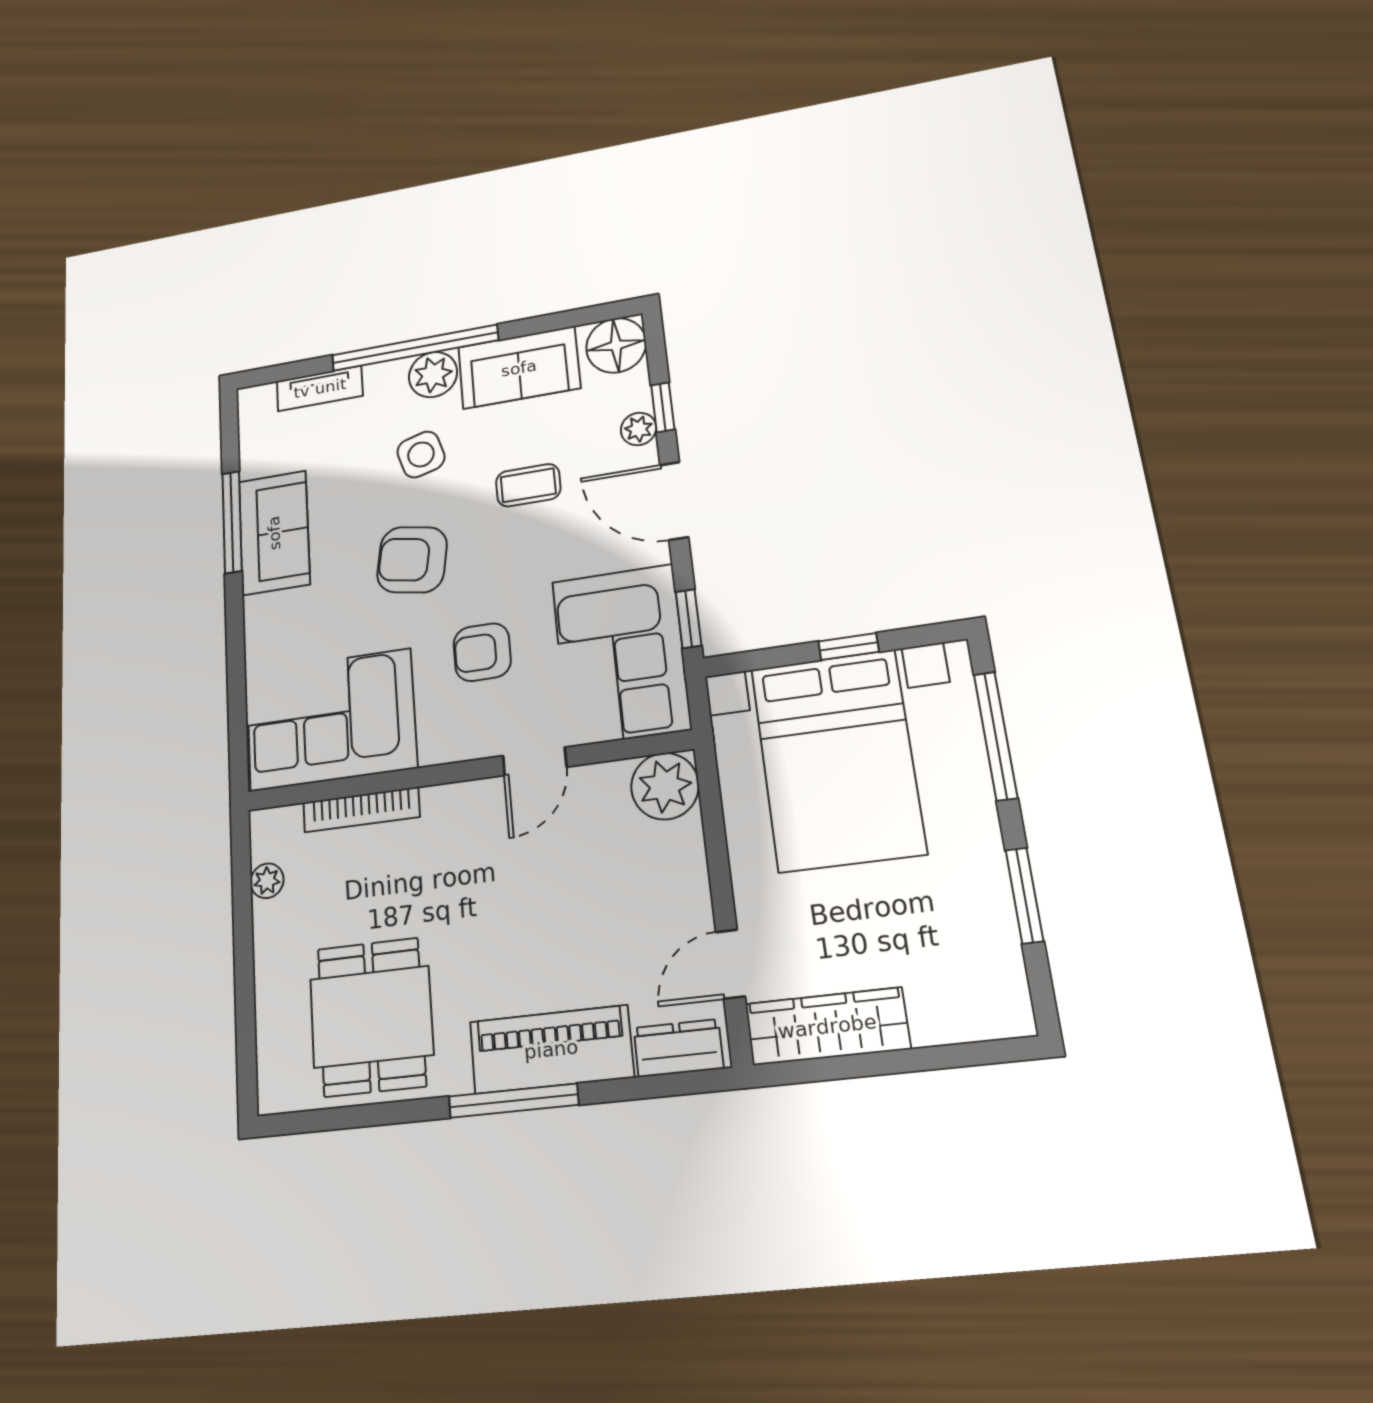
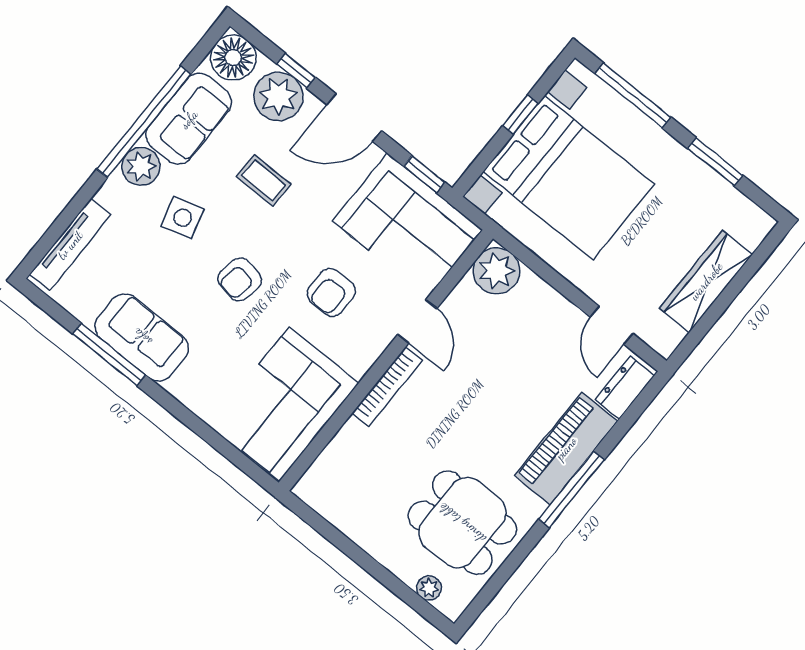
window: (415, 348) -> (144, 122), moved
tv unit: (320, 388) -> (70, 245), width x1.41
plant: (639, 429) -> (278, 96), width x1.88, depth x1.88
coffee table: (528, 485) -> (264, 180), turned 90
armchair: (412, 560) -> (240, 280), width x0.72, depth x0.72
bookcase: (361, 810) -> (387, 387), moved
plant: (267, 881) -> (429, 588), moved
wardrobe: (827, 1026) -> (706, 281), moved

